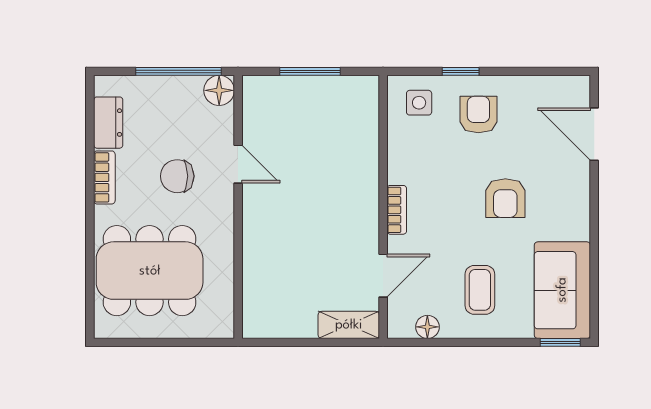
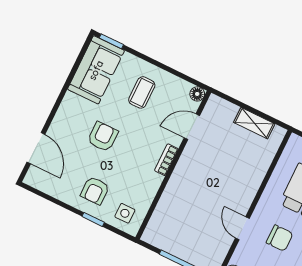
shelving: (349, 325) -> (254, 123), moved
floor lamp: (427, 327) -> (197, 94), moved

